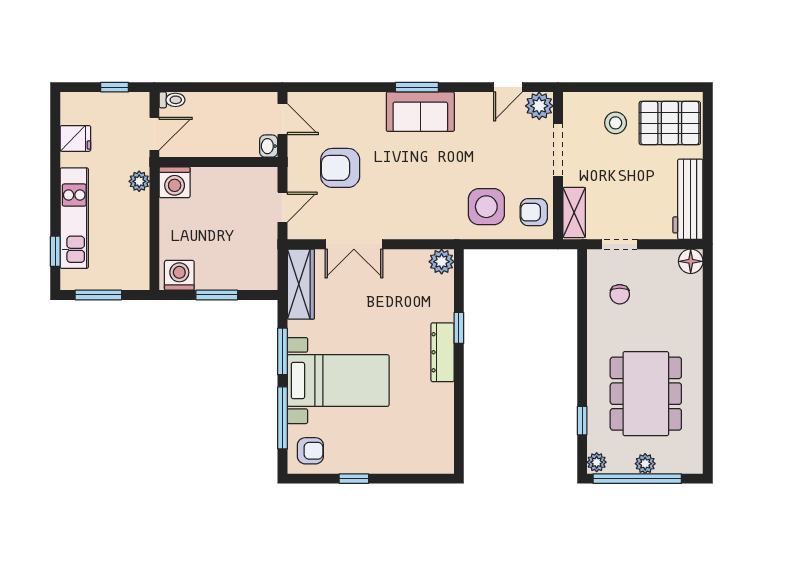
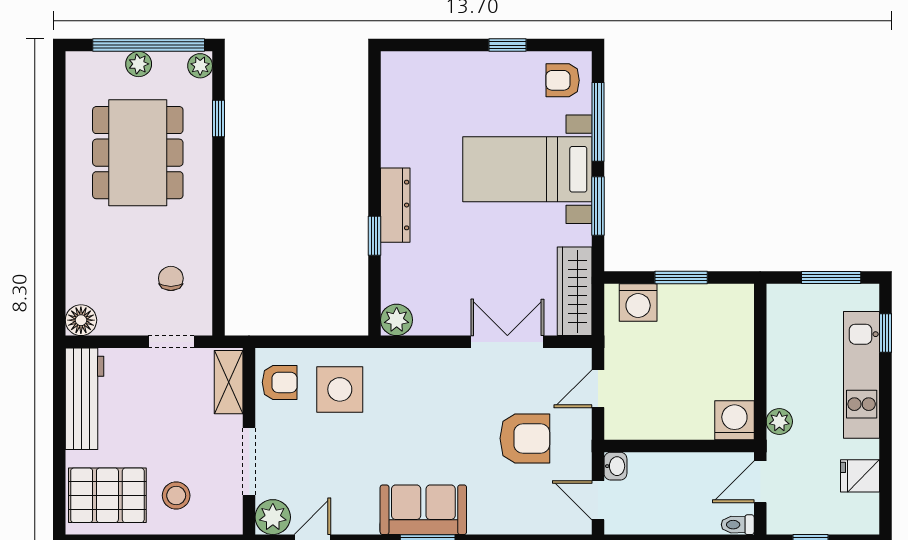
washing machine: (179, 275) -> (638, 302), moved

